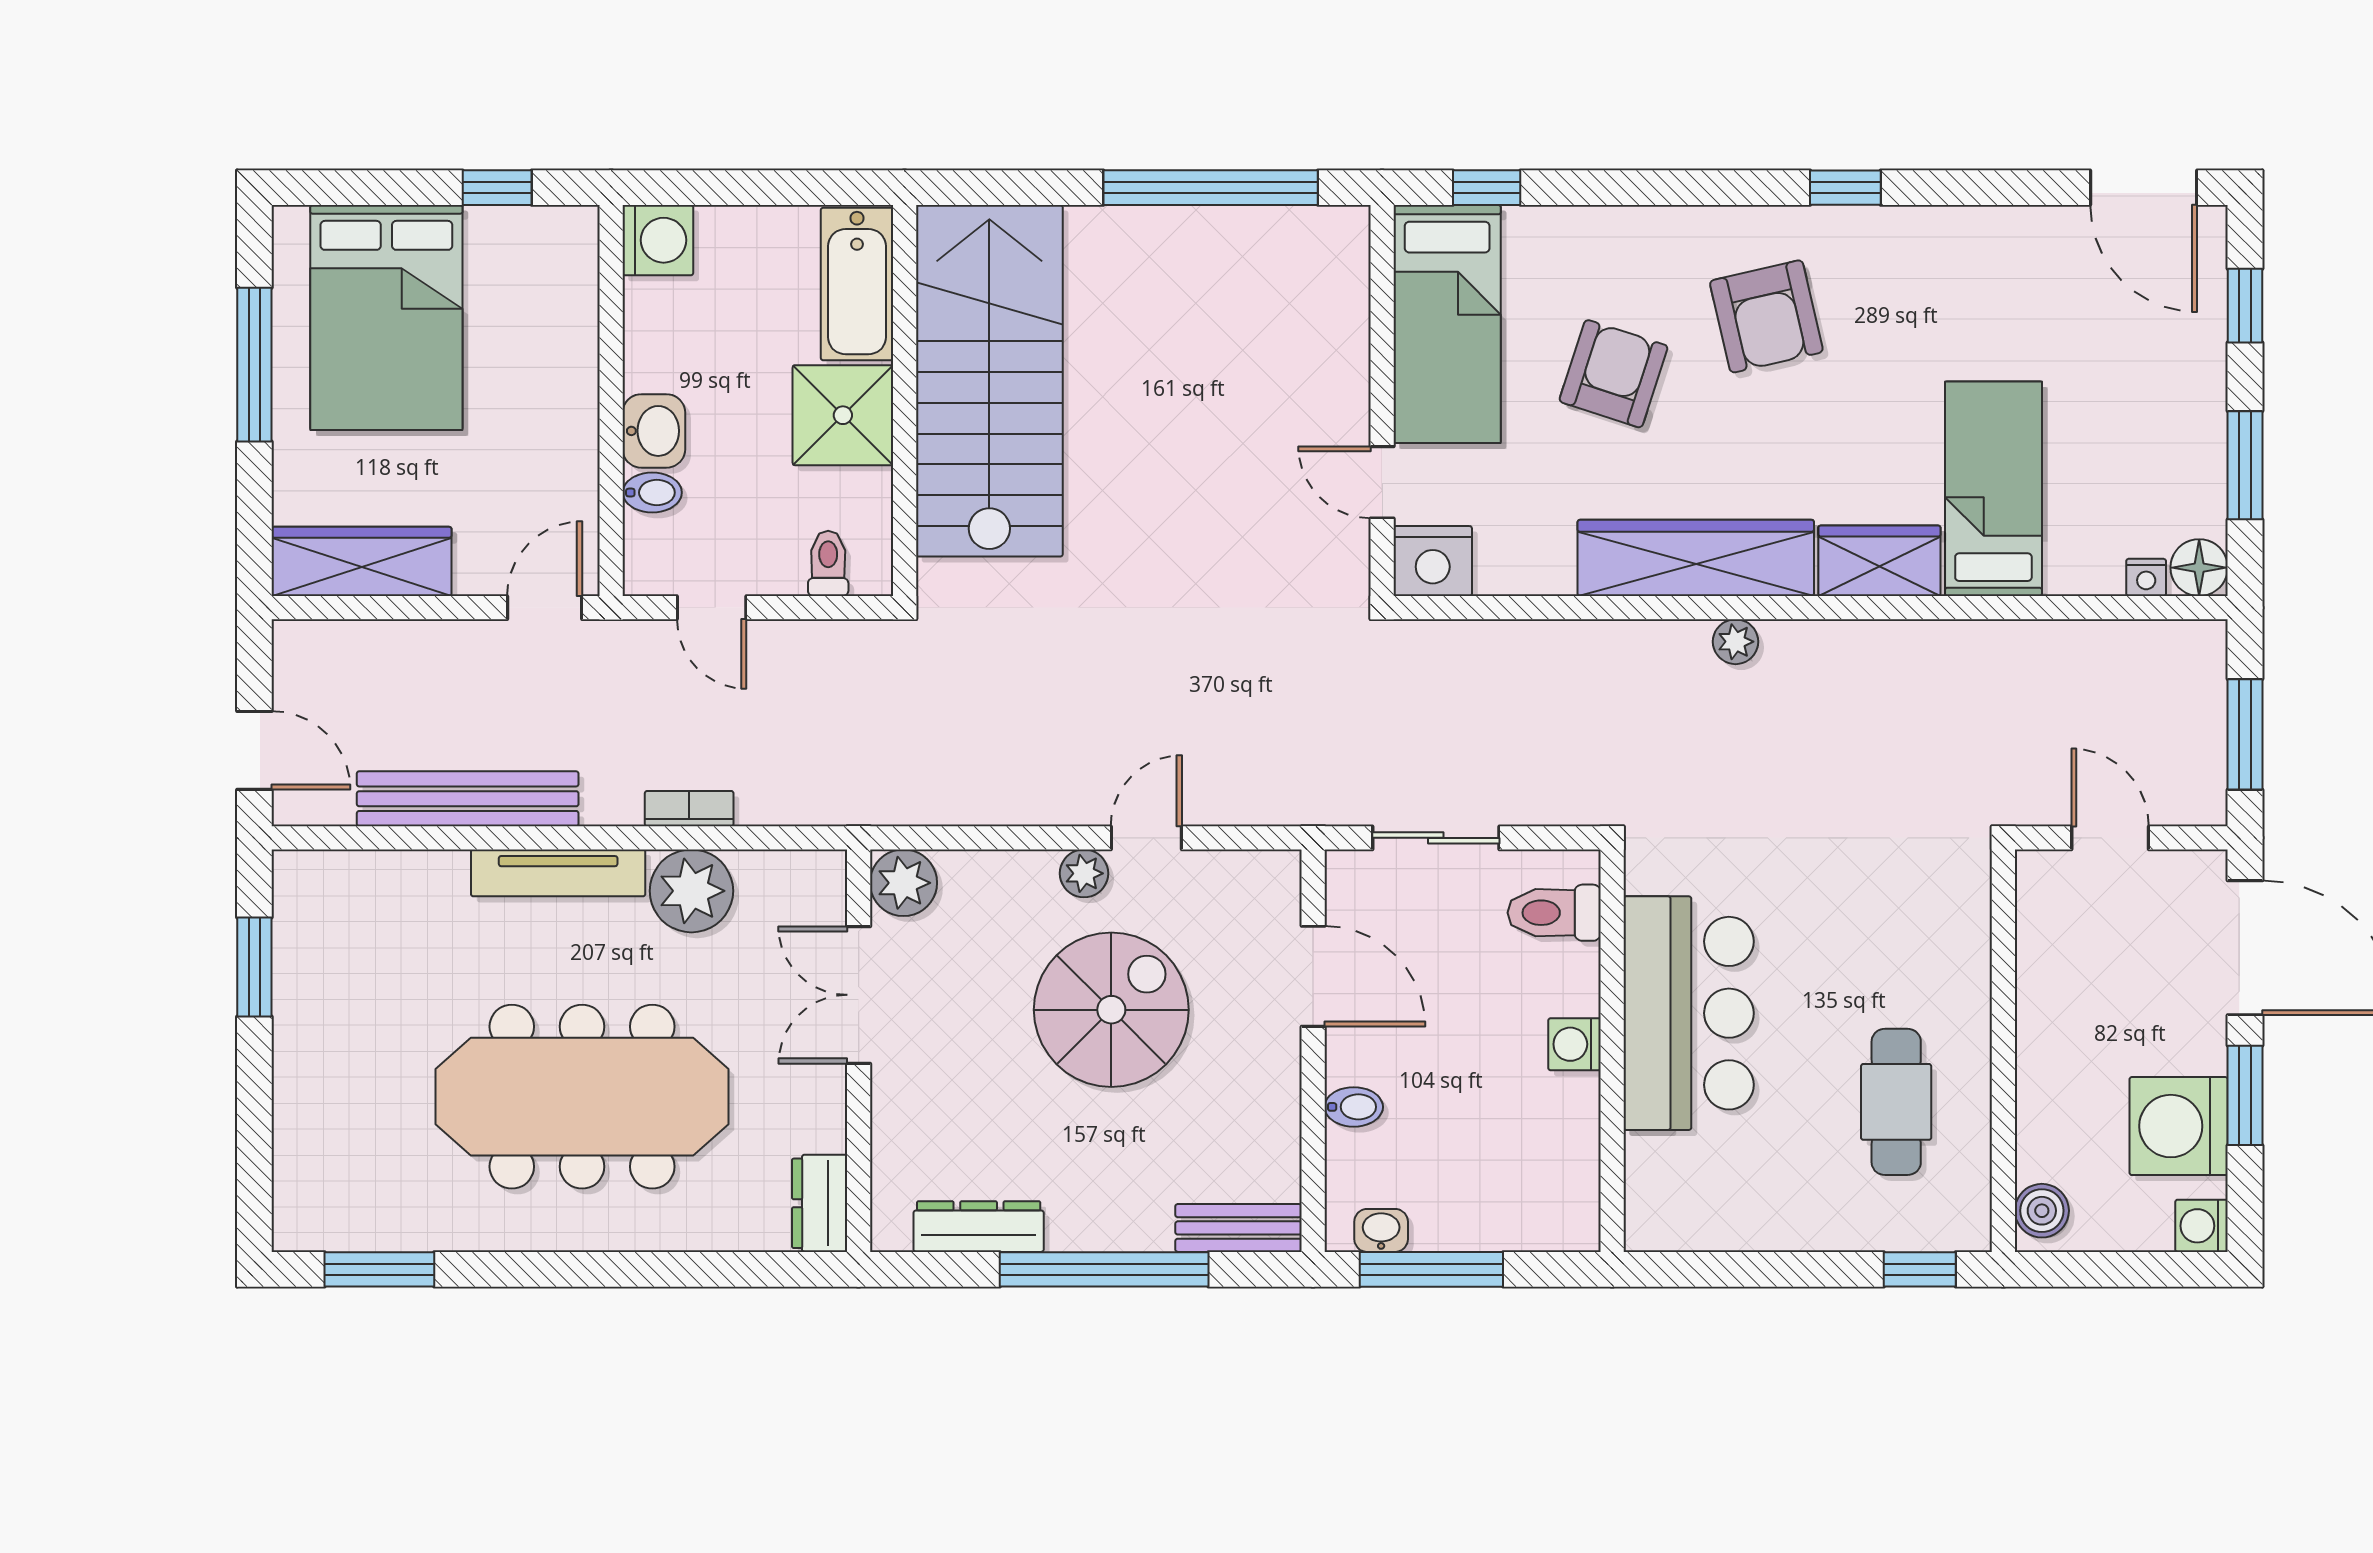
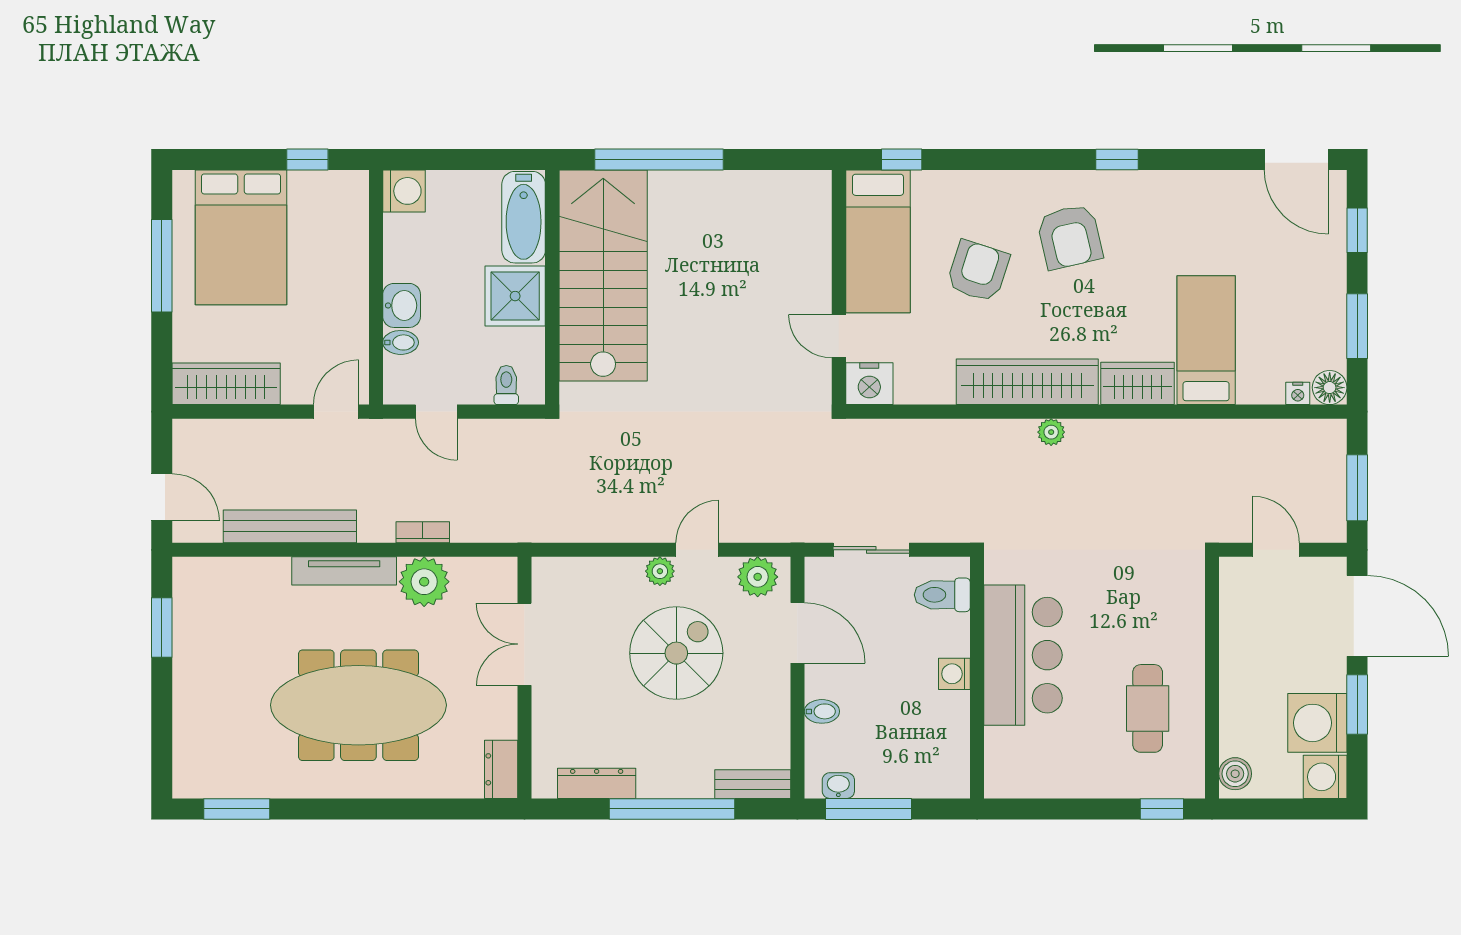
window: (1211, 188) -> (659, 159), moved
plant: (903, 883) -> (758, 577), moved
washing machine: (2202, 1226) -> (1325, 777), width x1.38, depth x1.38

